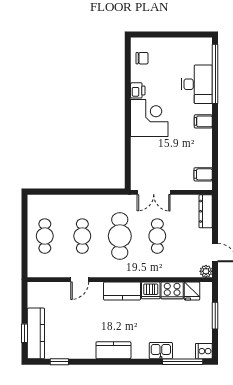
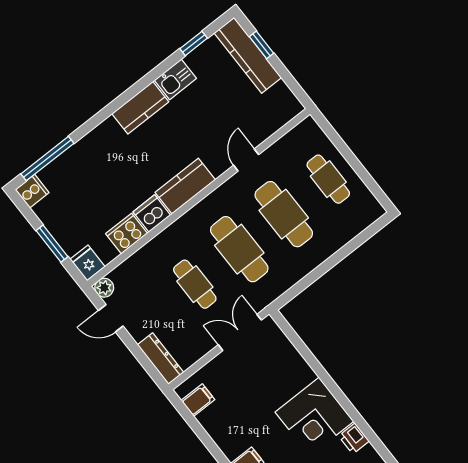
cafe table: (82, 236) -> (284, 214), width x1.37, depth x1.35
fridge: (192, 291) -> (88, 263), moved
kitchen sink: (161, 351) -> (175, 79), moved

